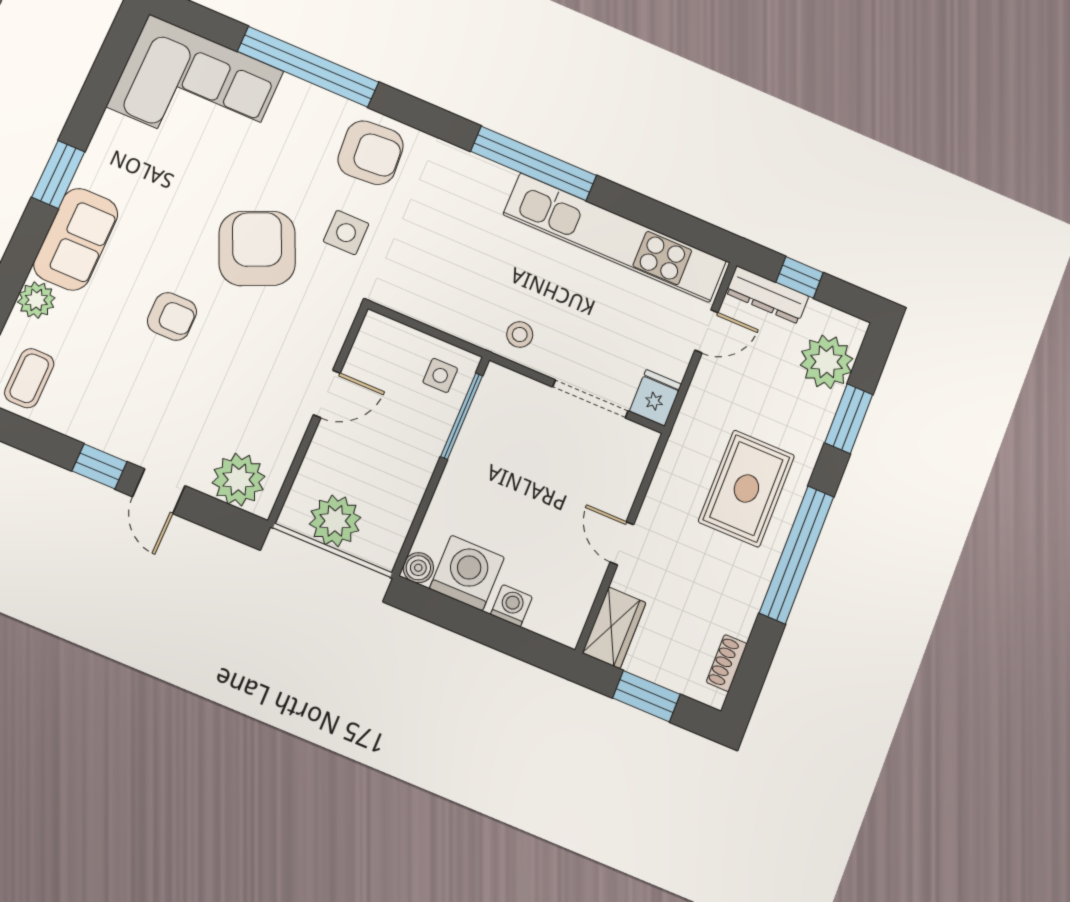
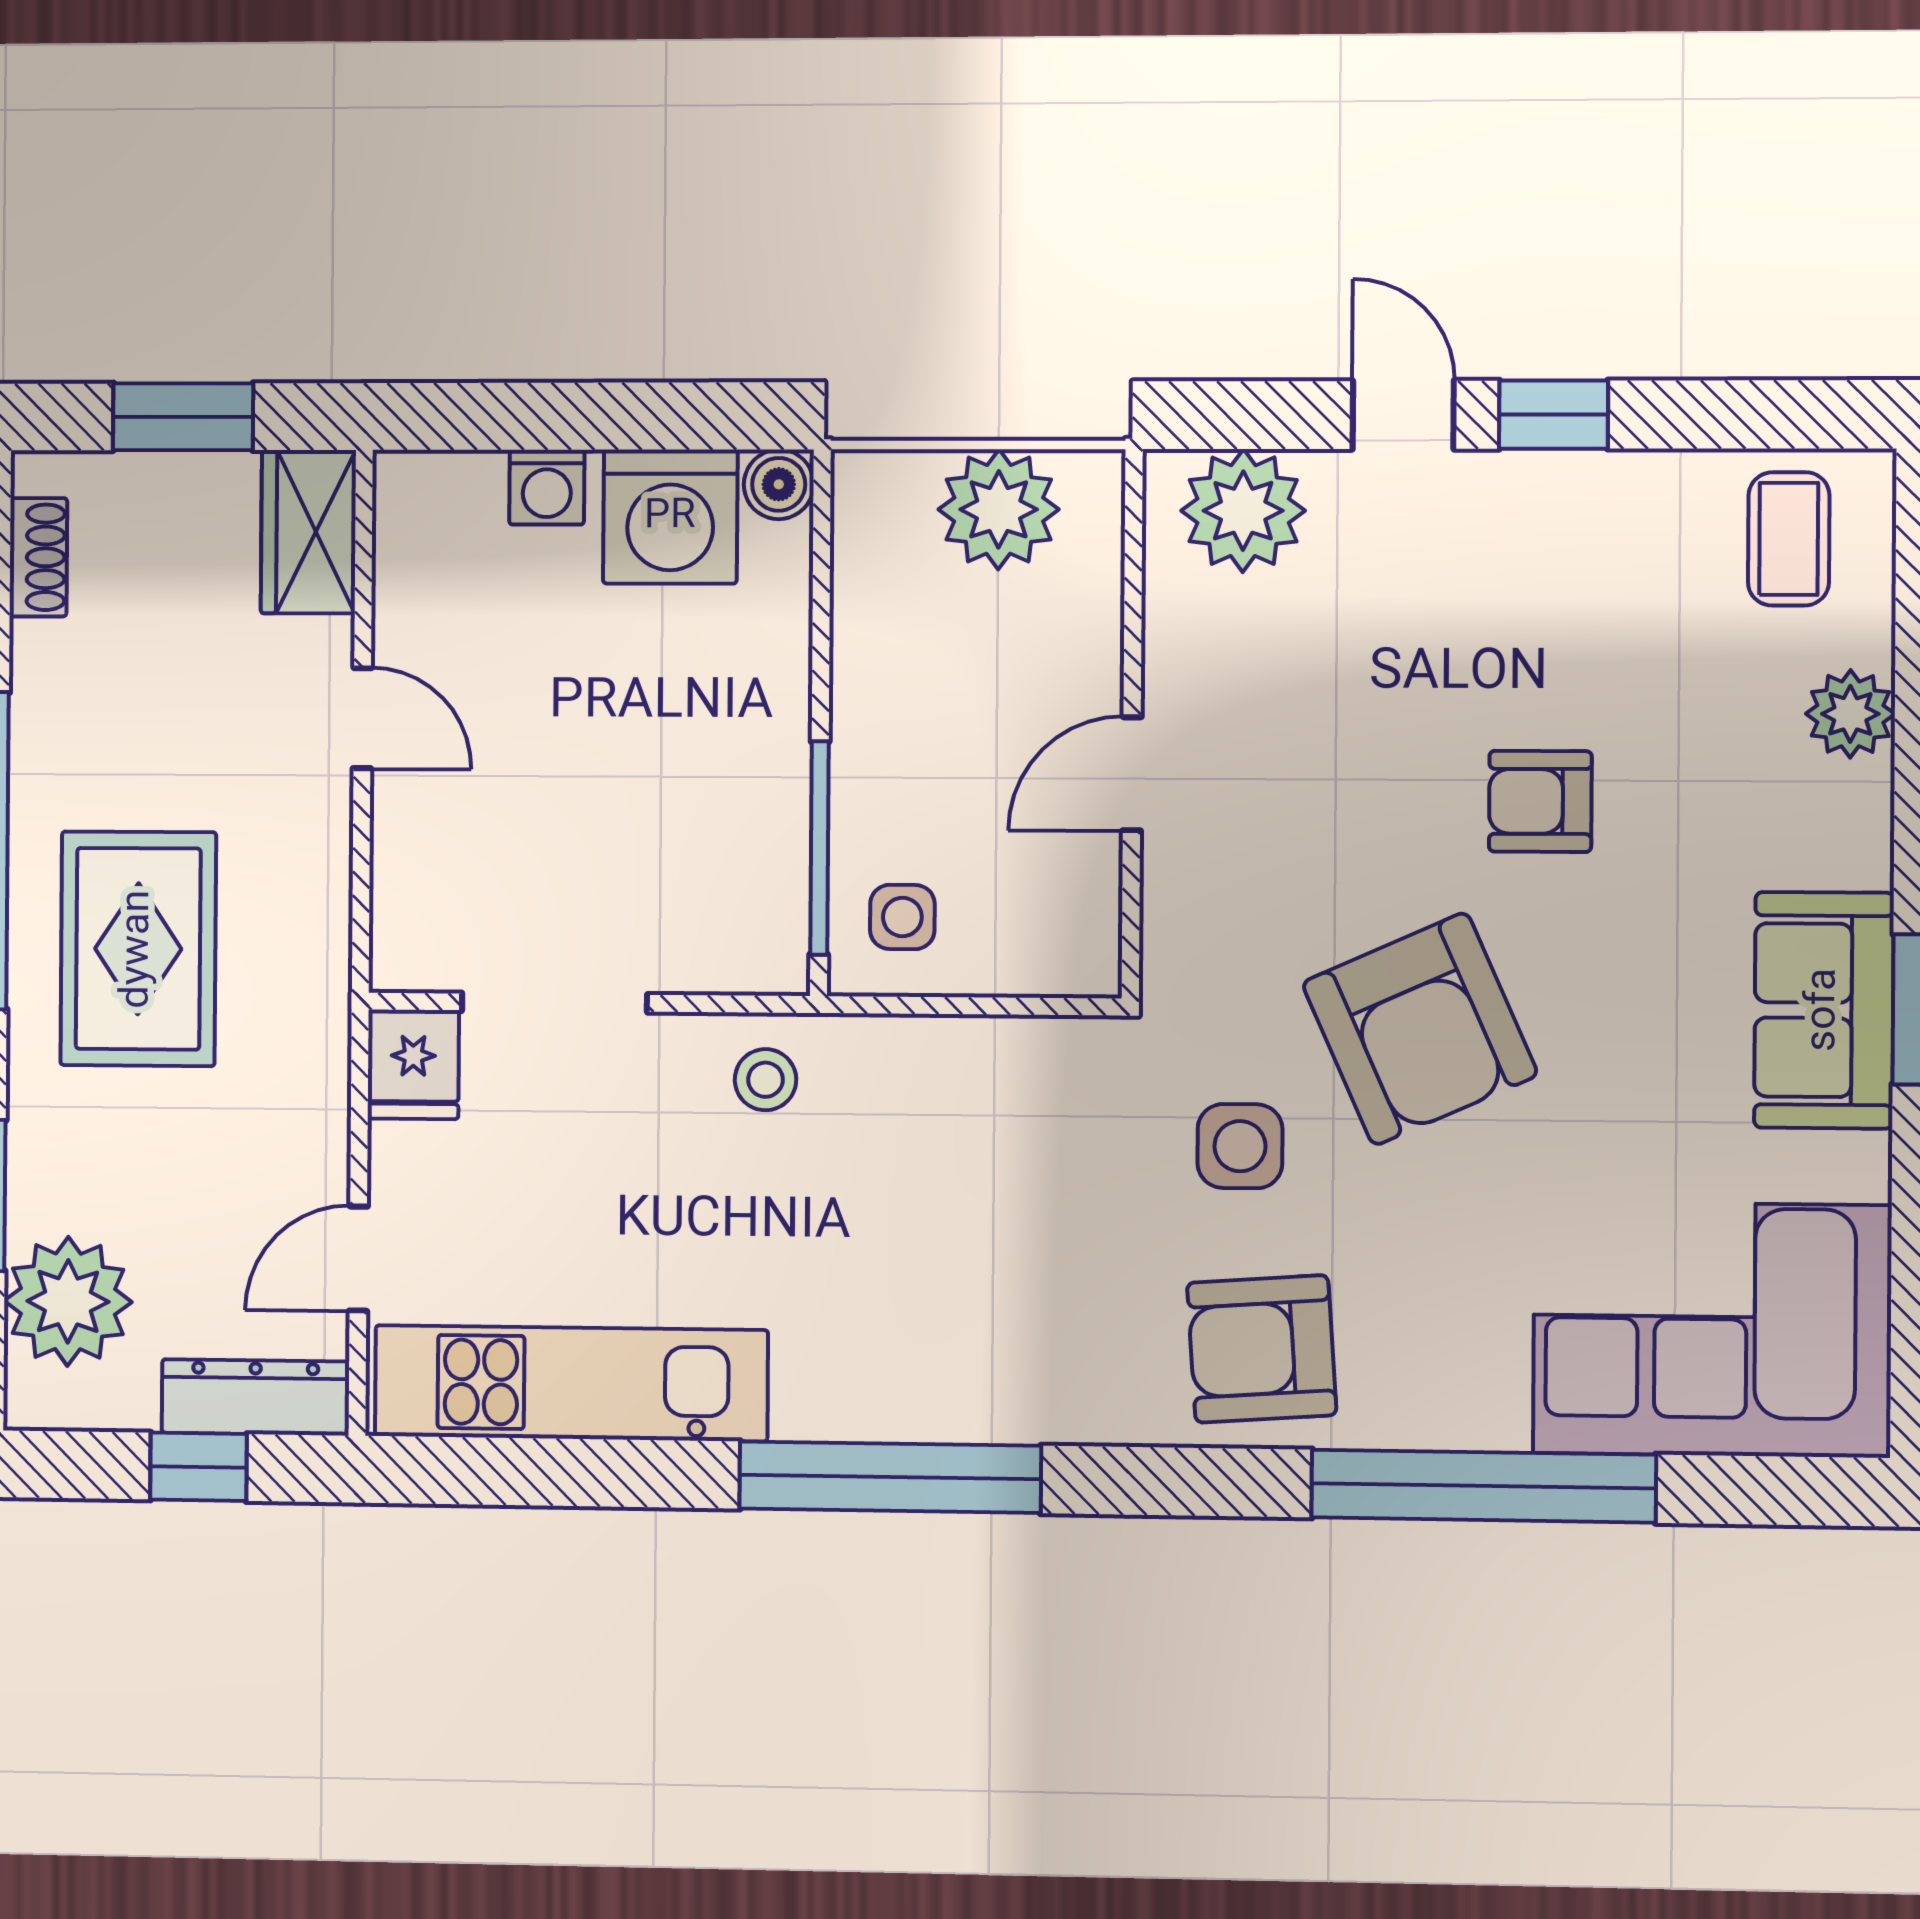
kitchen unit: (615, 238) -> (571, 1383), width x0.73
sofa: (76, 239) -> (1824, 1010), moved

